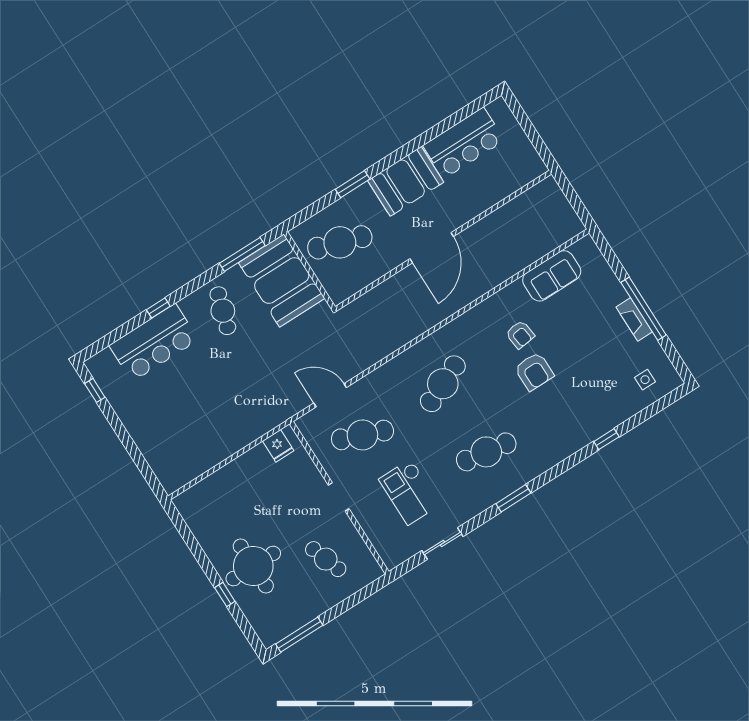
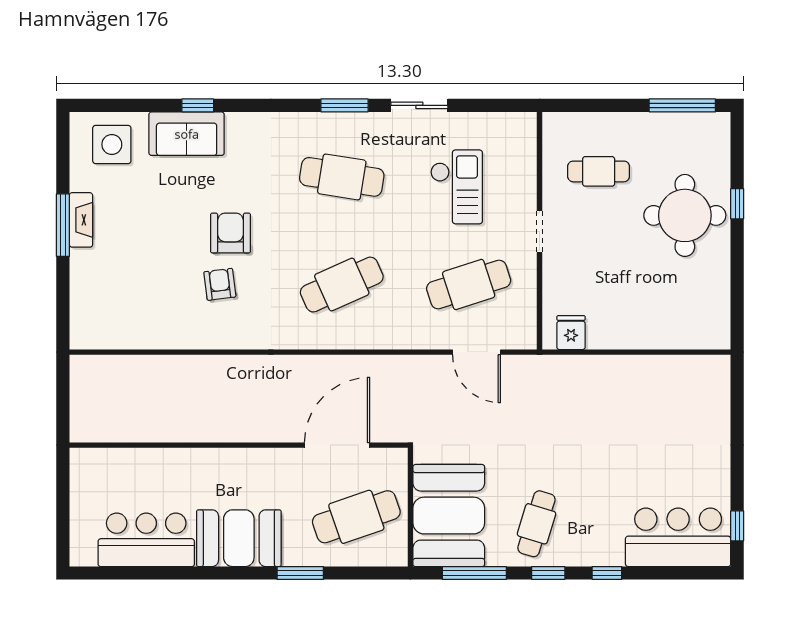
cafe table: (340, 242) -> (356, 517), turned -37
door: (432, 248) -> (337, 445), moved
sofa: (552, 276) -> (187, 134), moved, turned 180
window: (195, 284) -> (548, 573), added
window: (644, 309) -> (63, 225), width x0.68
bar counter: (154, 343) -> (678, 537), moved
side table: (645, 380) -> (112, 144), width x1.87, depth x1.87
cafe table: (362, 435) -> (469, 285), turned -39
sliding door: (443, 543) -> (419, 105), moved
cafe table: (326, 559) -> (599, 171), turned -71

